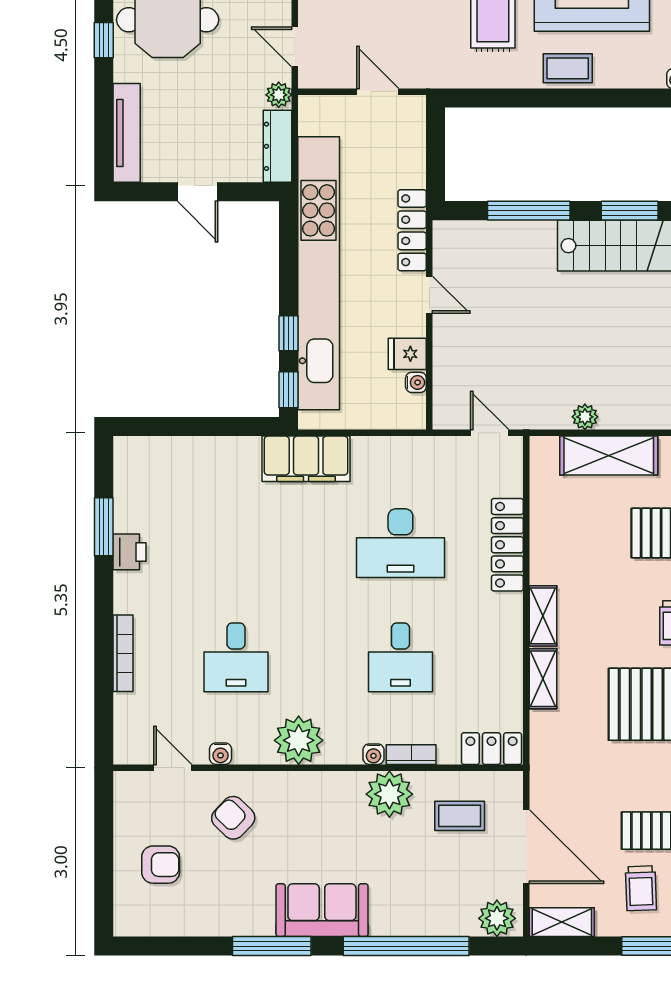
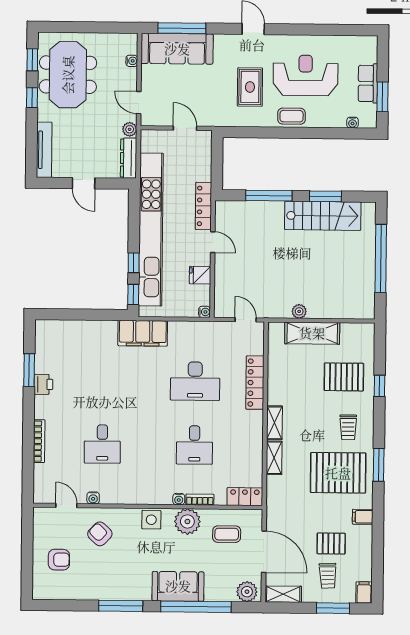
water cooler: (416, 382) -> (205, 312), moved
plant: (299, 740) -> (137, 491), removed
side table: (325, 792) -> (151, 520), added
sofa: (322, 910) -> (178, 586), moved

